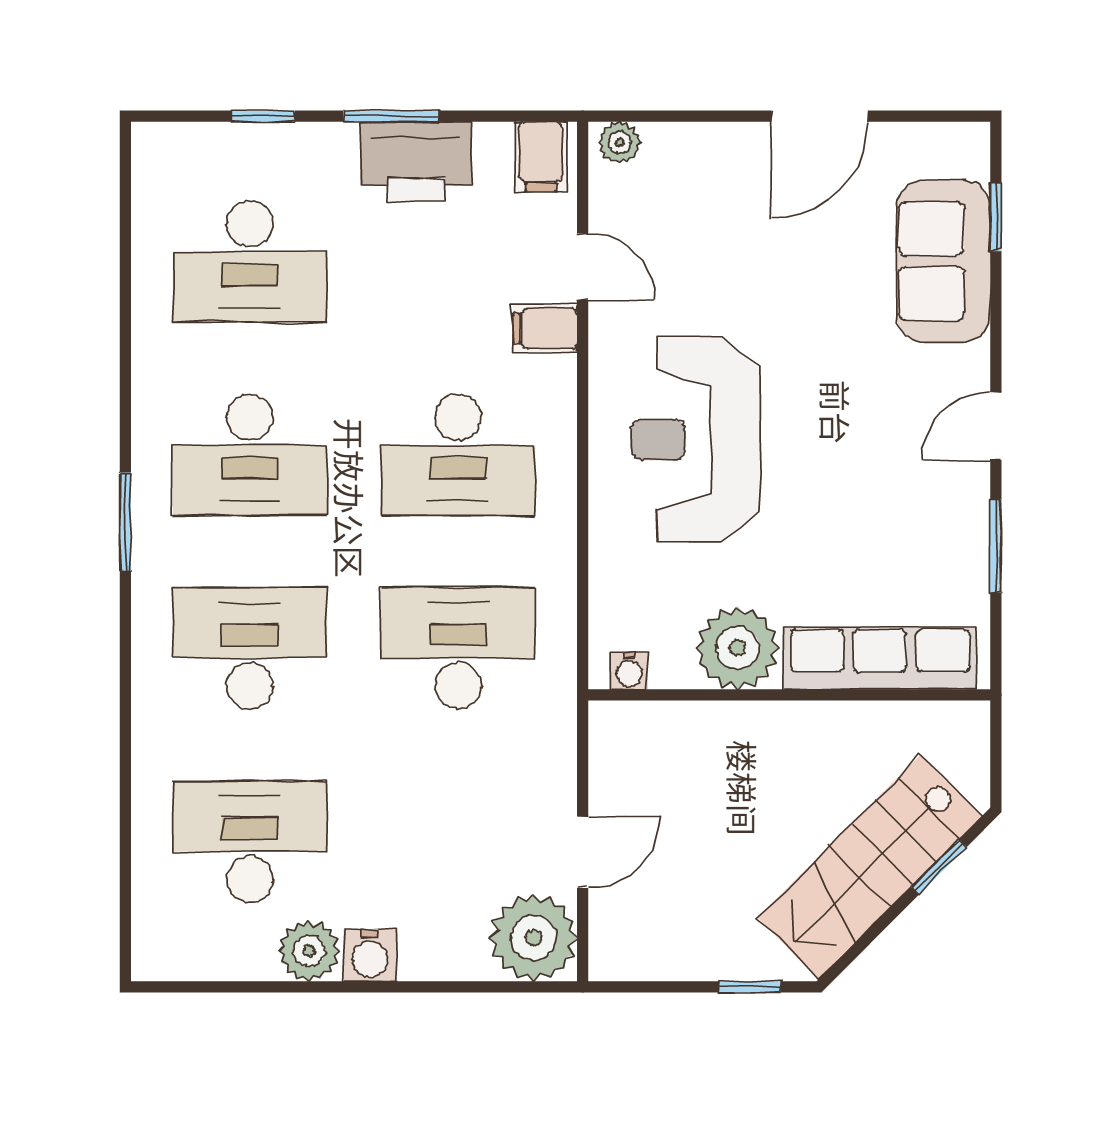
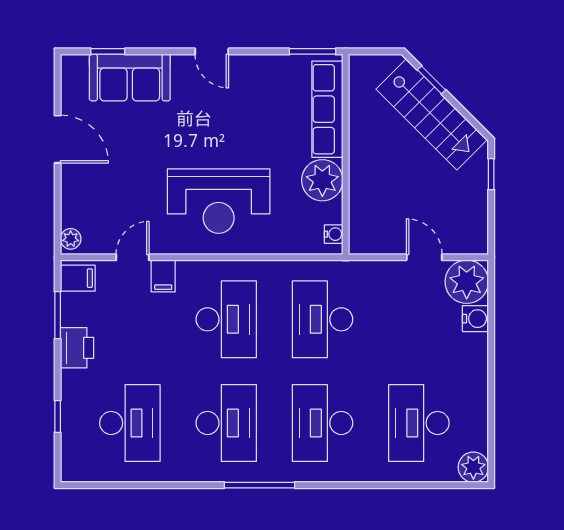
window: (391, 116) -> (58, 315), moved
printer: (416, 162) -> (77, 348), width x0.73, depth x0.84
window: (125, 522) -> (260, 485), width x1.44
window: (996, 546) -> (312, 51), moved
plant: (309, 951) -> (473, 467), moved
water cooler: (370, 955) -> (475, 319), moved

